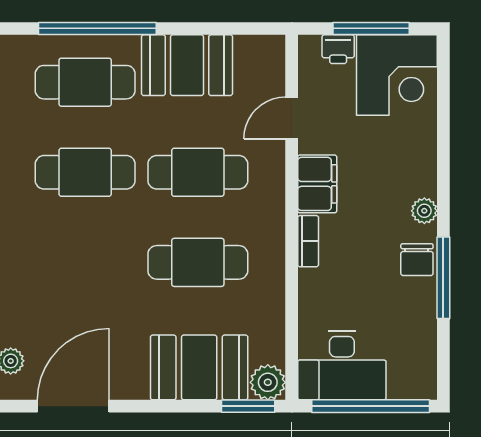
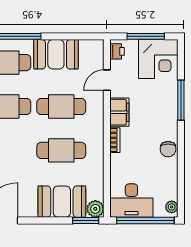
printer: (338, 49) -> (117, 51), moved, turned -90
plant: (424, 211) -> (172, 207), moved
window: (443, 278) -> (181, 100), moved

